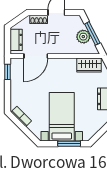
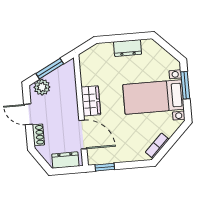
plant: (83, 37) -> (42, 87), moved
wardrobe: (89, 65) -> (91, 101), moved

